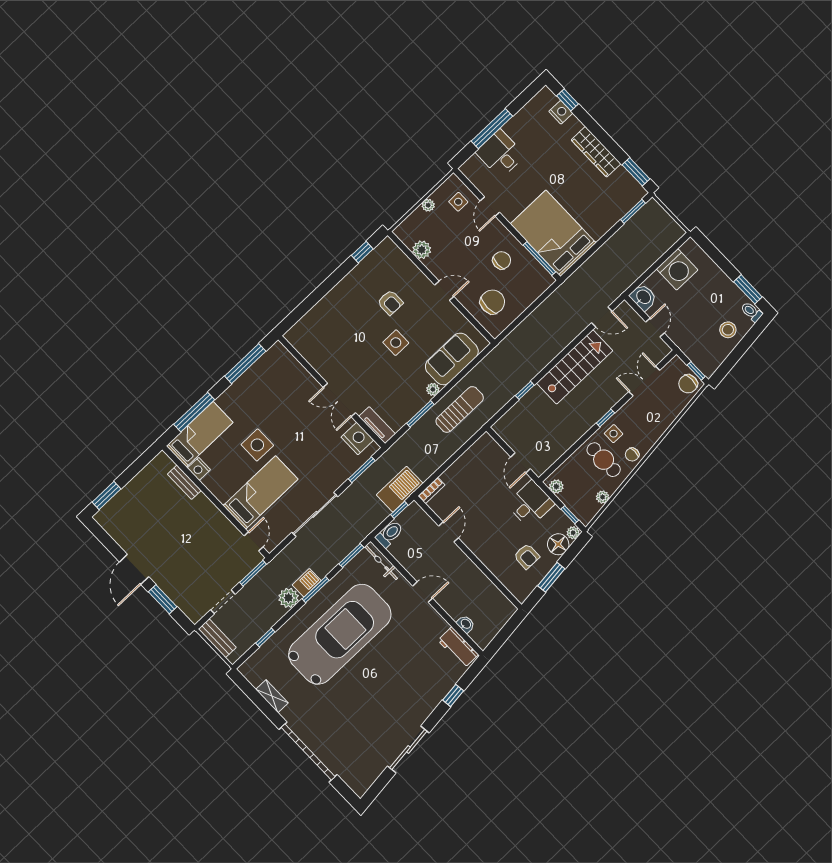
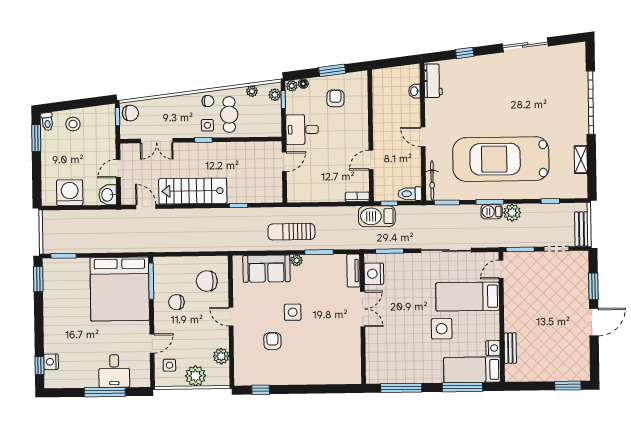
wardrobe: (596, 152) -> (52, 316), removed
plant: (428, 205) -> (195, 376), width x1.88, depth x1.88
bed: (553, 233) -> (120, 289), width x1.36
plant: (556, 487) -> (275, 95), moved
floor lamp: (558, 544) -> (303, 84), width x0.53, depth x0.53

